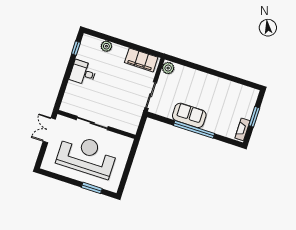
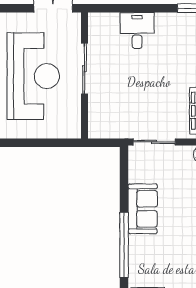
desk: (83, 73) -> (137, 31), moved
window: (194, 129) -> (124, 245), moved

